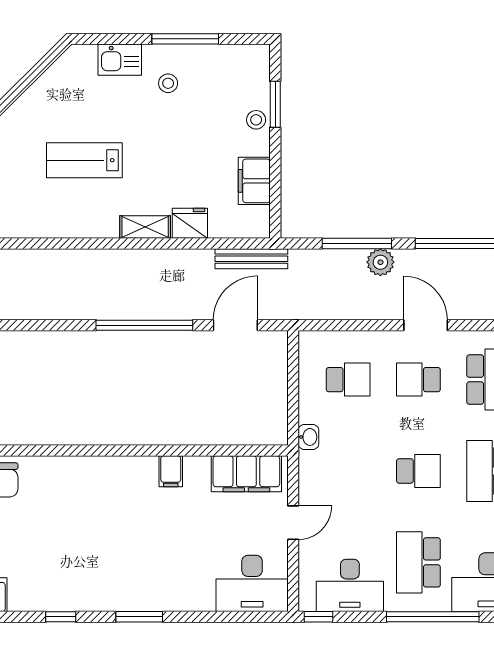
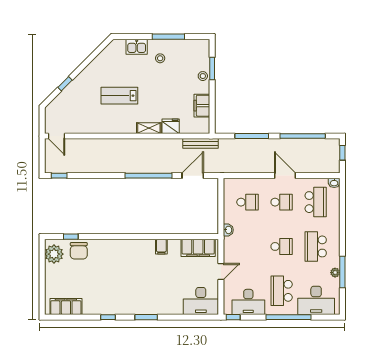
plant: (380, 262) -> (263, 145), removed
school desk: (418, 380) -> (282, 202), turned 180

